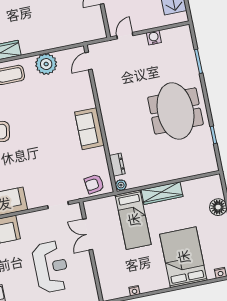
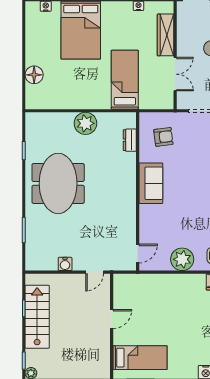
armchair: (94, 184) -> (163, 137), moved
plant: (121, 185) -> (85, 123), moved, width x1.87, depth x1.87
wardrobe: (162, 193) -> (166, 35), moved, turned -90

